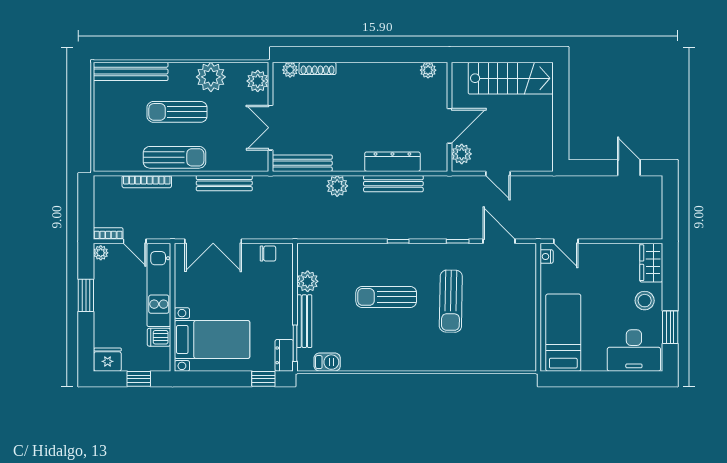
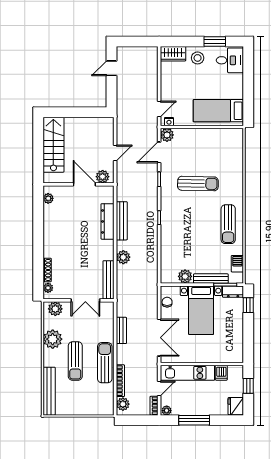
bench: (224, 183) -> (121, 330), width x0.73
plant: (111, 185) -> (123, 404), added
plant: (526, 253) -> (167, 135), added
window: (86, 295) -> (194, 420), width x1.44
sun lounger: (386, 297) -> (228, 224), moved
bed with nightstands: (212, 339) -> (201, 310), moved, turned 180
desk: (634, 350) -> (230, 60), width x0.73

